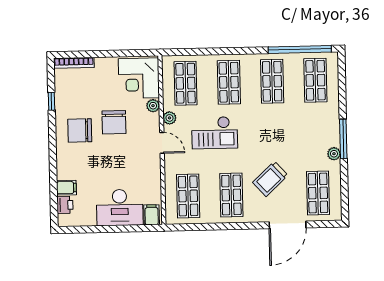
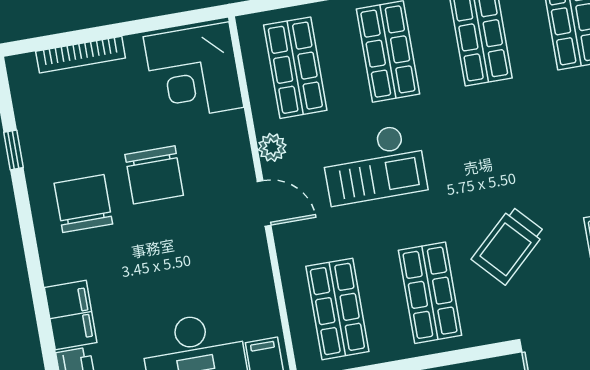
bookcase: (74, 63) -> (81, 55), moved
plant: (153, 106) -> (233, 126), removed
chair: (80, 130) -> (83, 204), turned 90
filing cabinet: (66, 188) -> (71, 315), width x2.00

